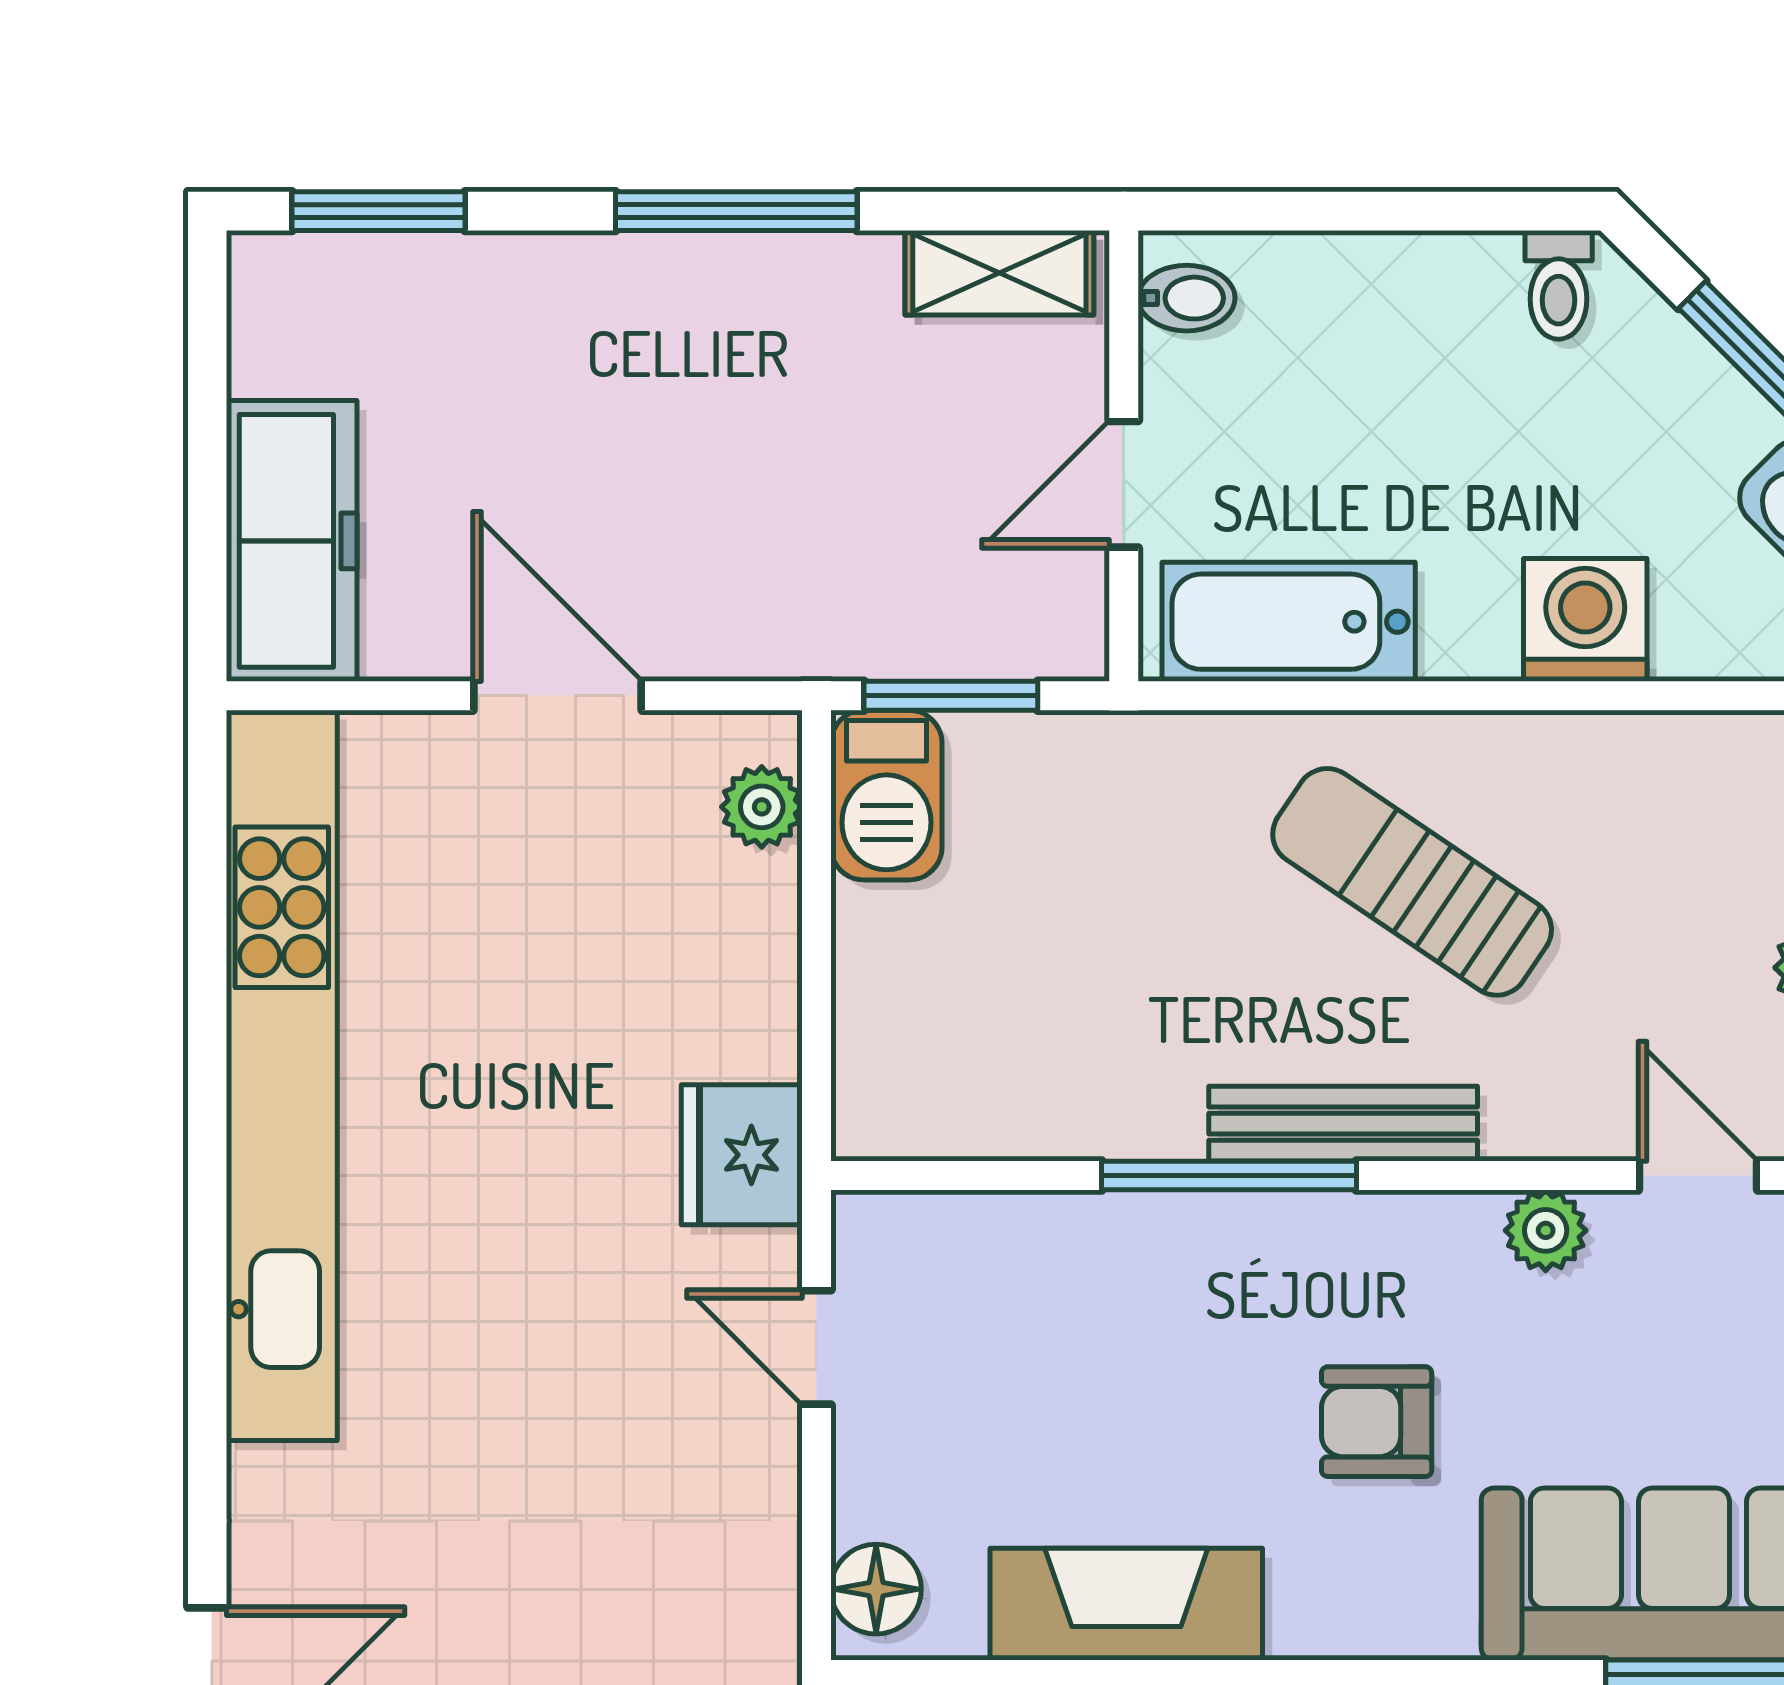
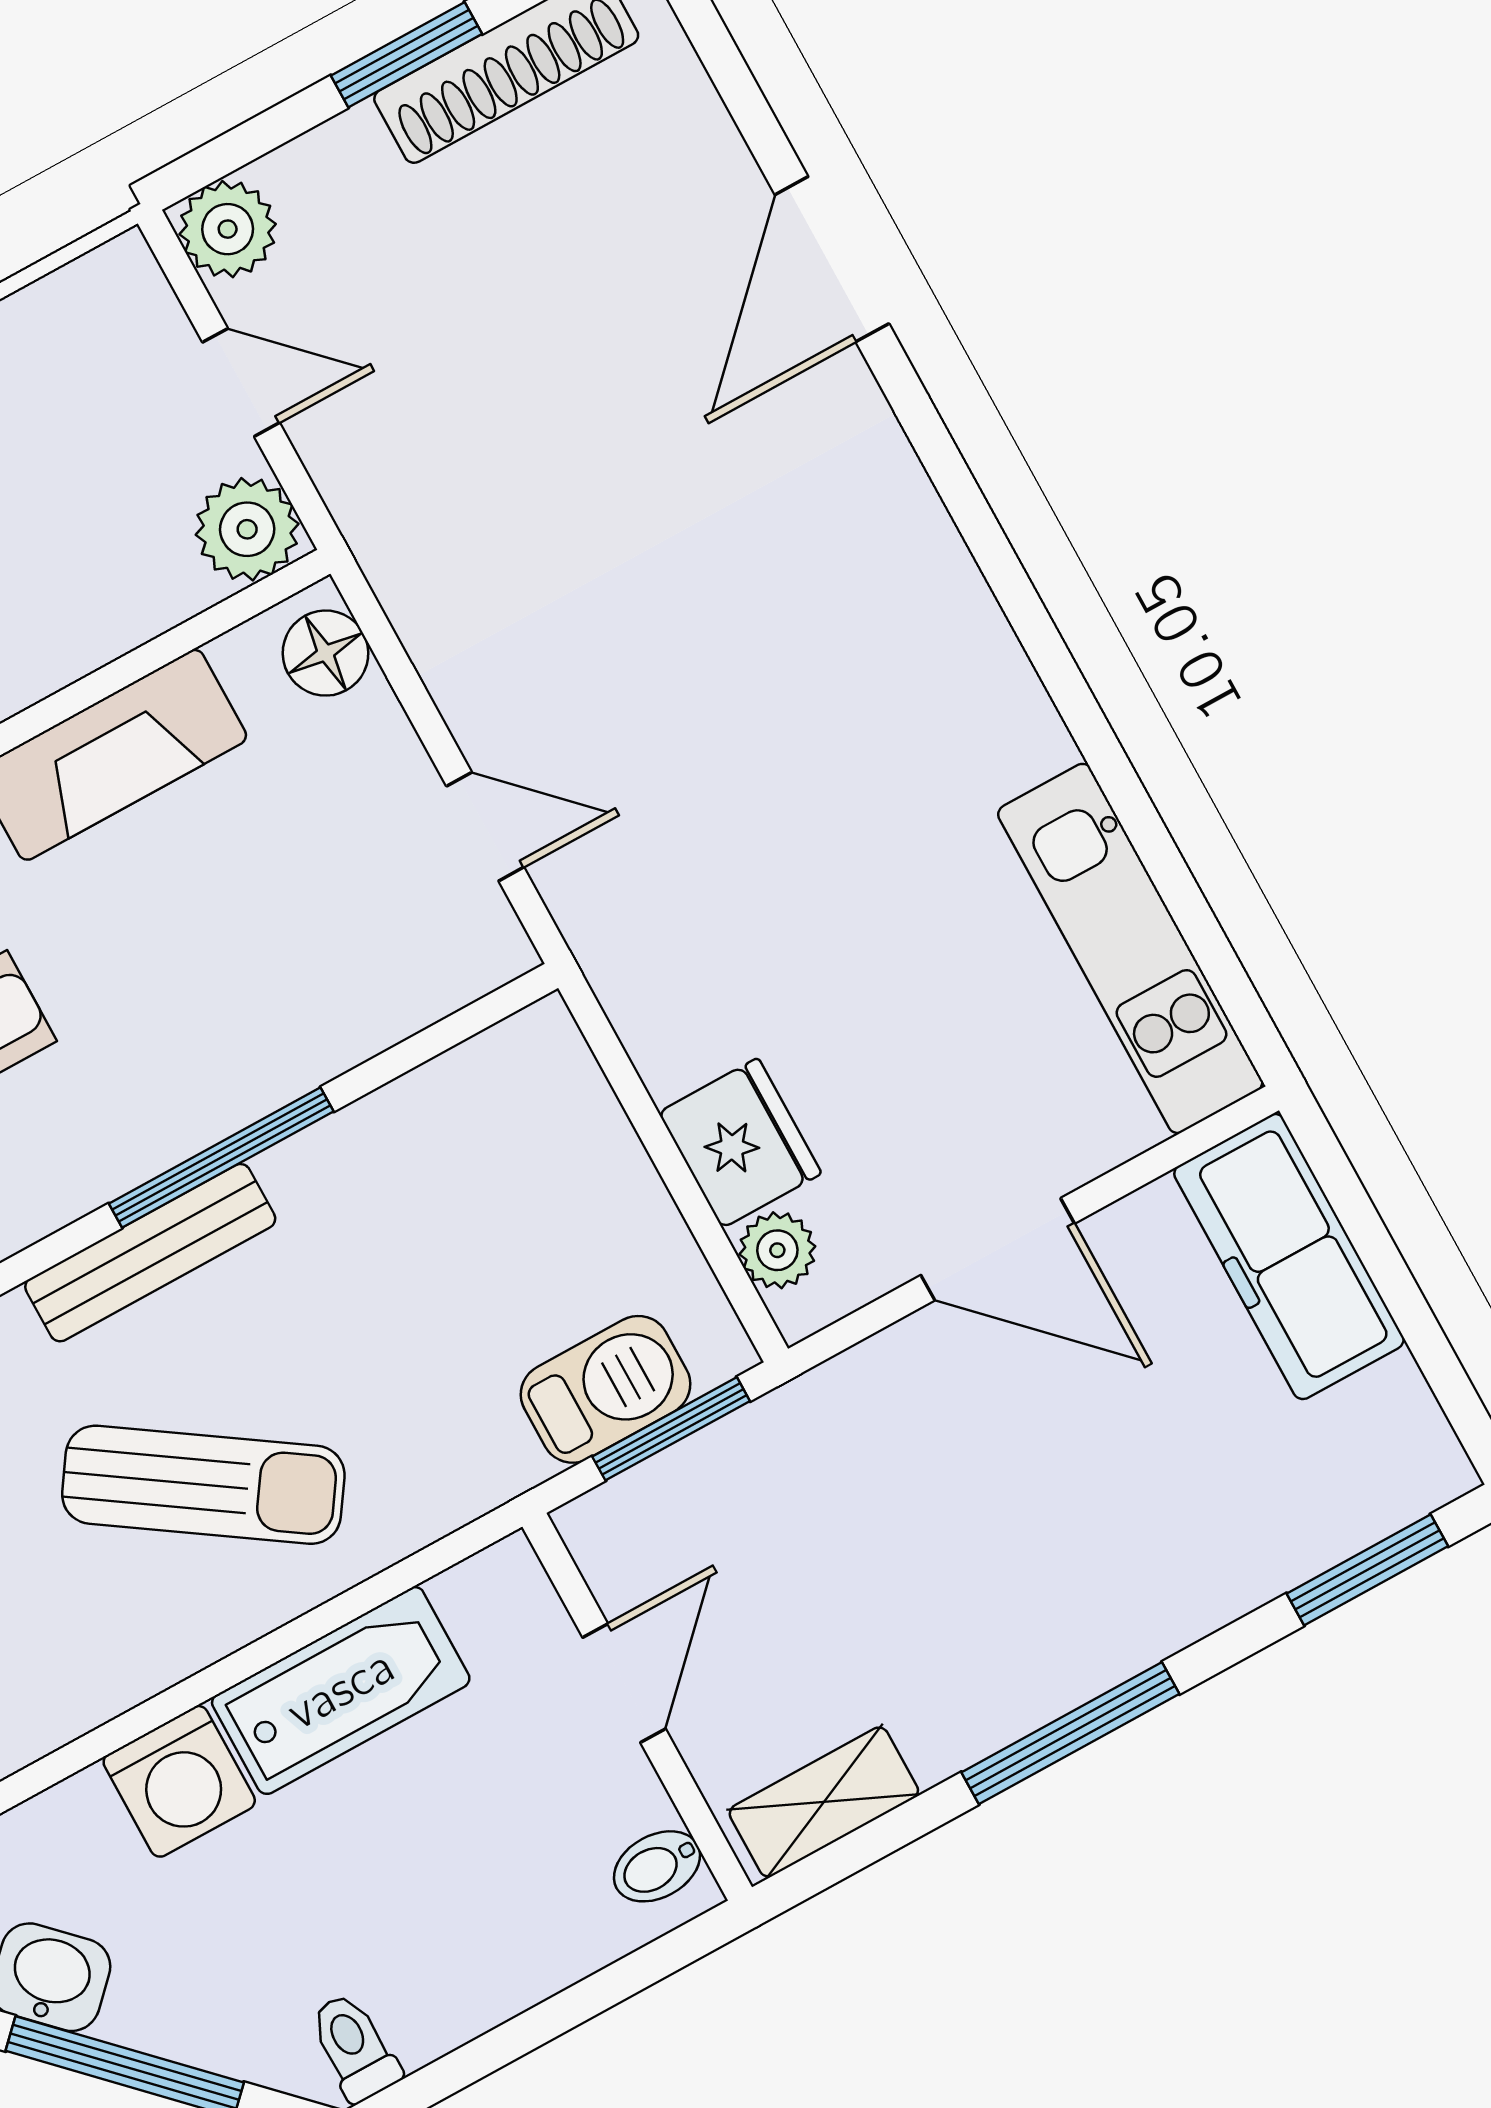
bathtub: (1289, 622) -> (341, 1690), moved
barbecue: (886, 795) -> (606, 1389), moved, turned 90
kitchen unit: (282, 1075) -> (1130, 948), width x0.54
fridge: (742, 1155) -> (740, 1143), moved

